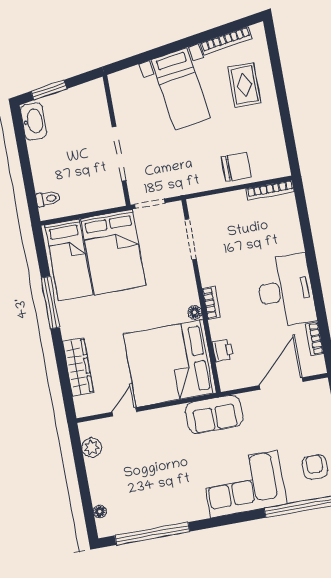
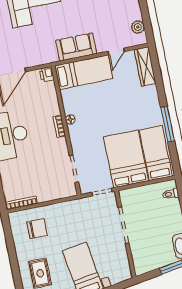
chair: (236, 167) -> (37, 229), moved, turned 180
printer: (223, 350) -> (47, 74), moved
bed: (170, 363) -> (84, 72), width x0.49
wardrobe: (78, 367) -> (145, 66), moved
sofa: (214, 414) -> (76, 47), moved

